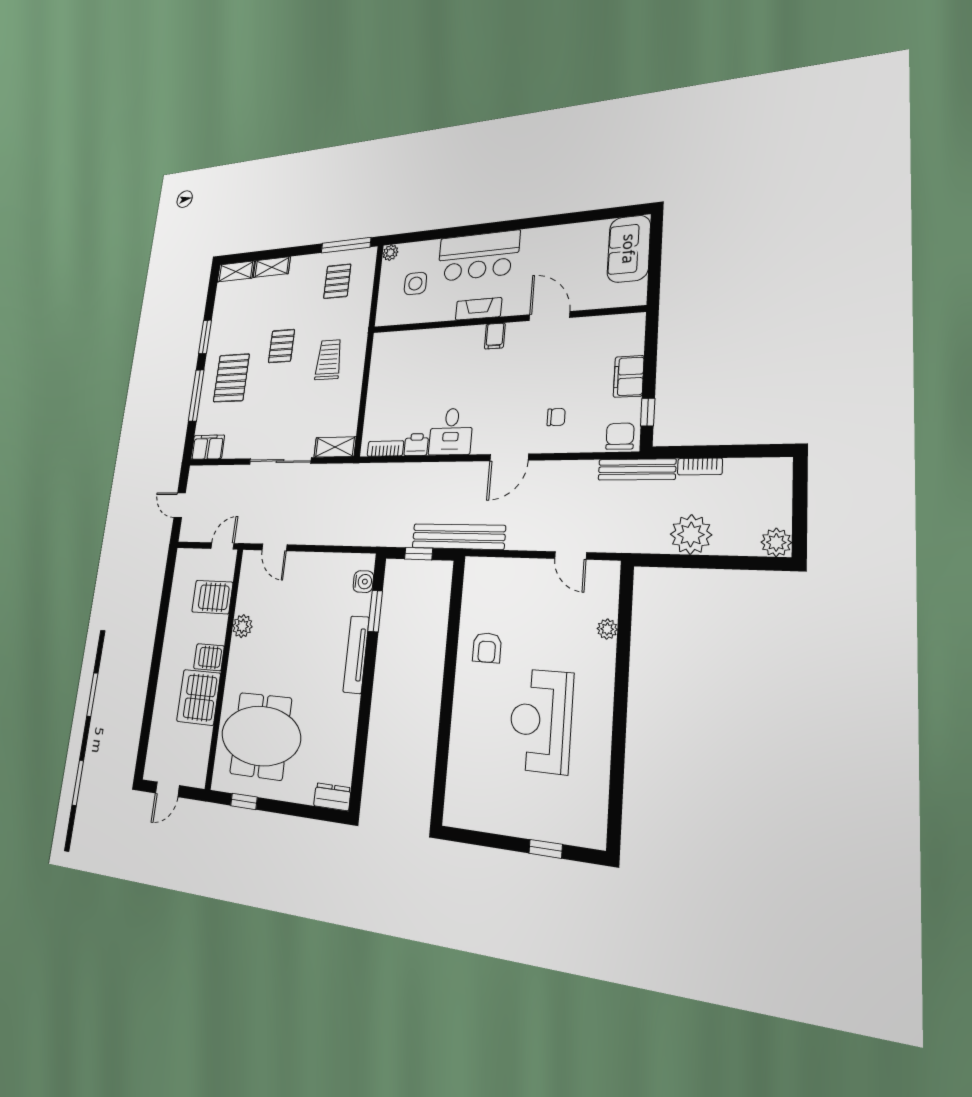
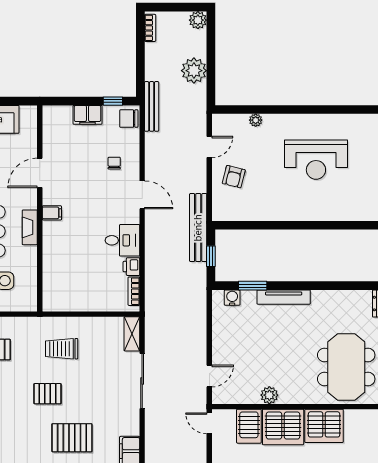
bookcase: (700, 466) -> (150, 28), moved
armchair: (487, 648) -> (234, 177), moved, turned 104
server rack: (209, 657) -> (283, 427), width x2.18, depth x1.44

